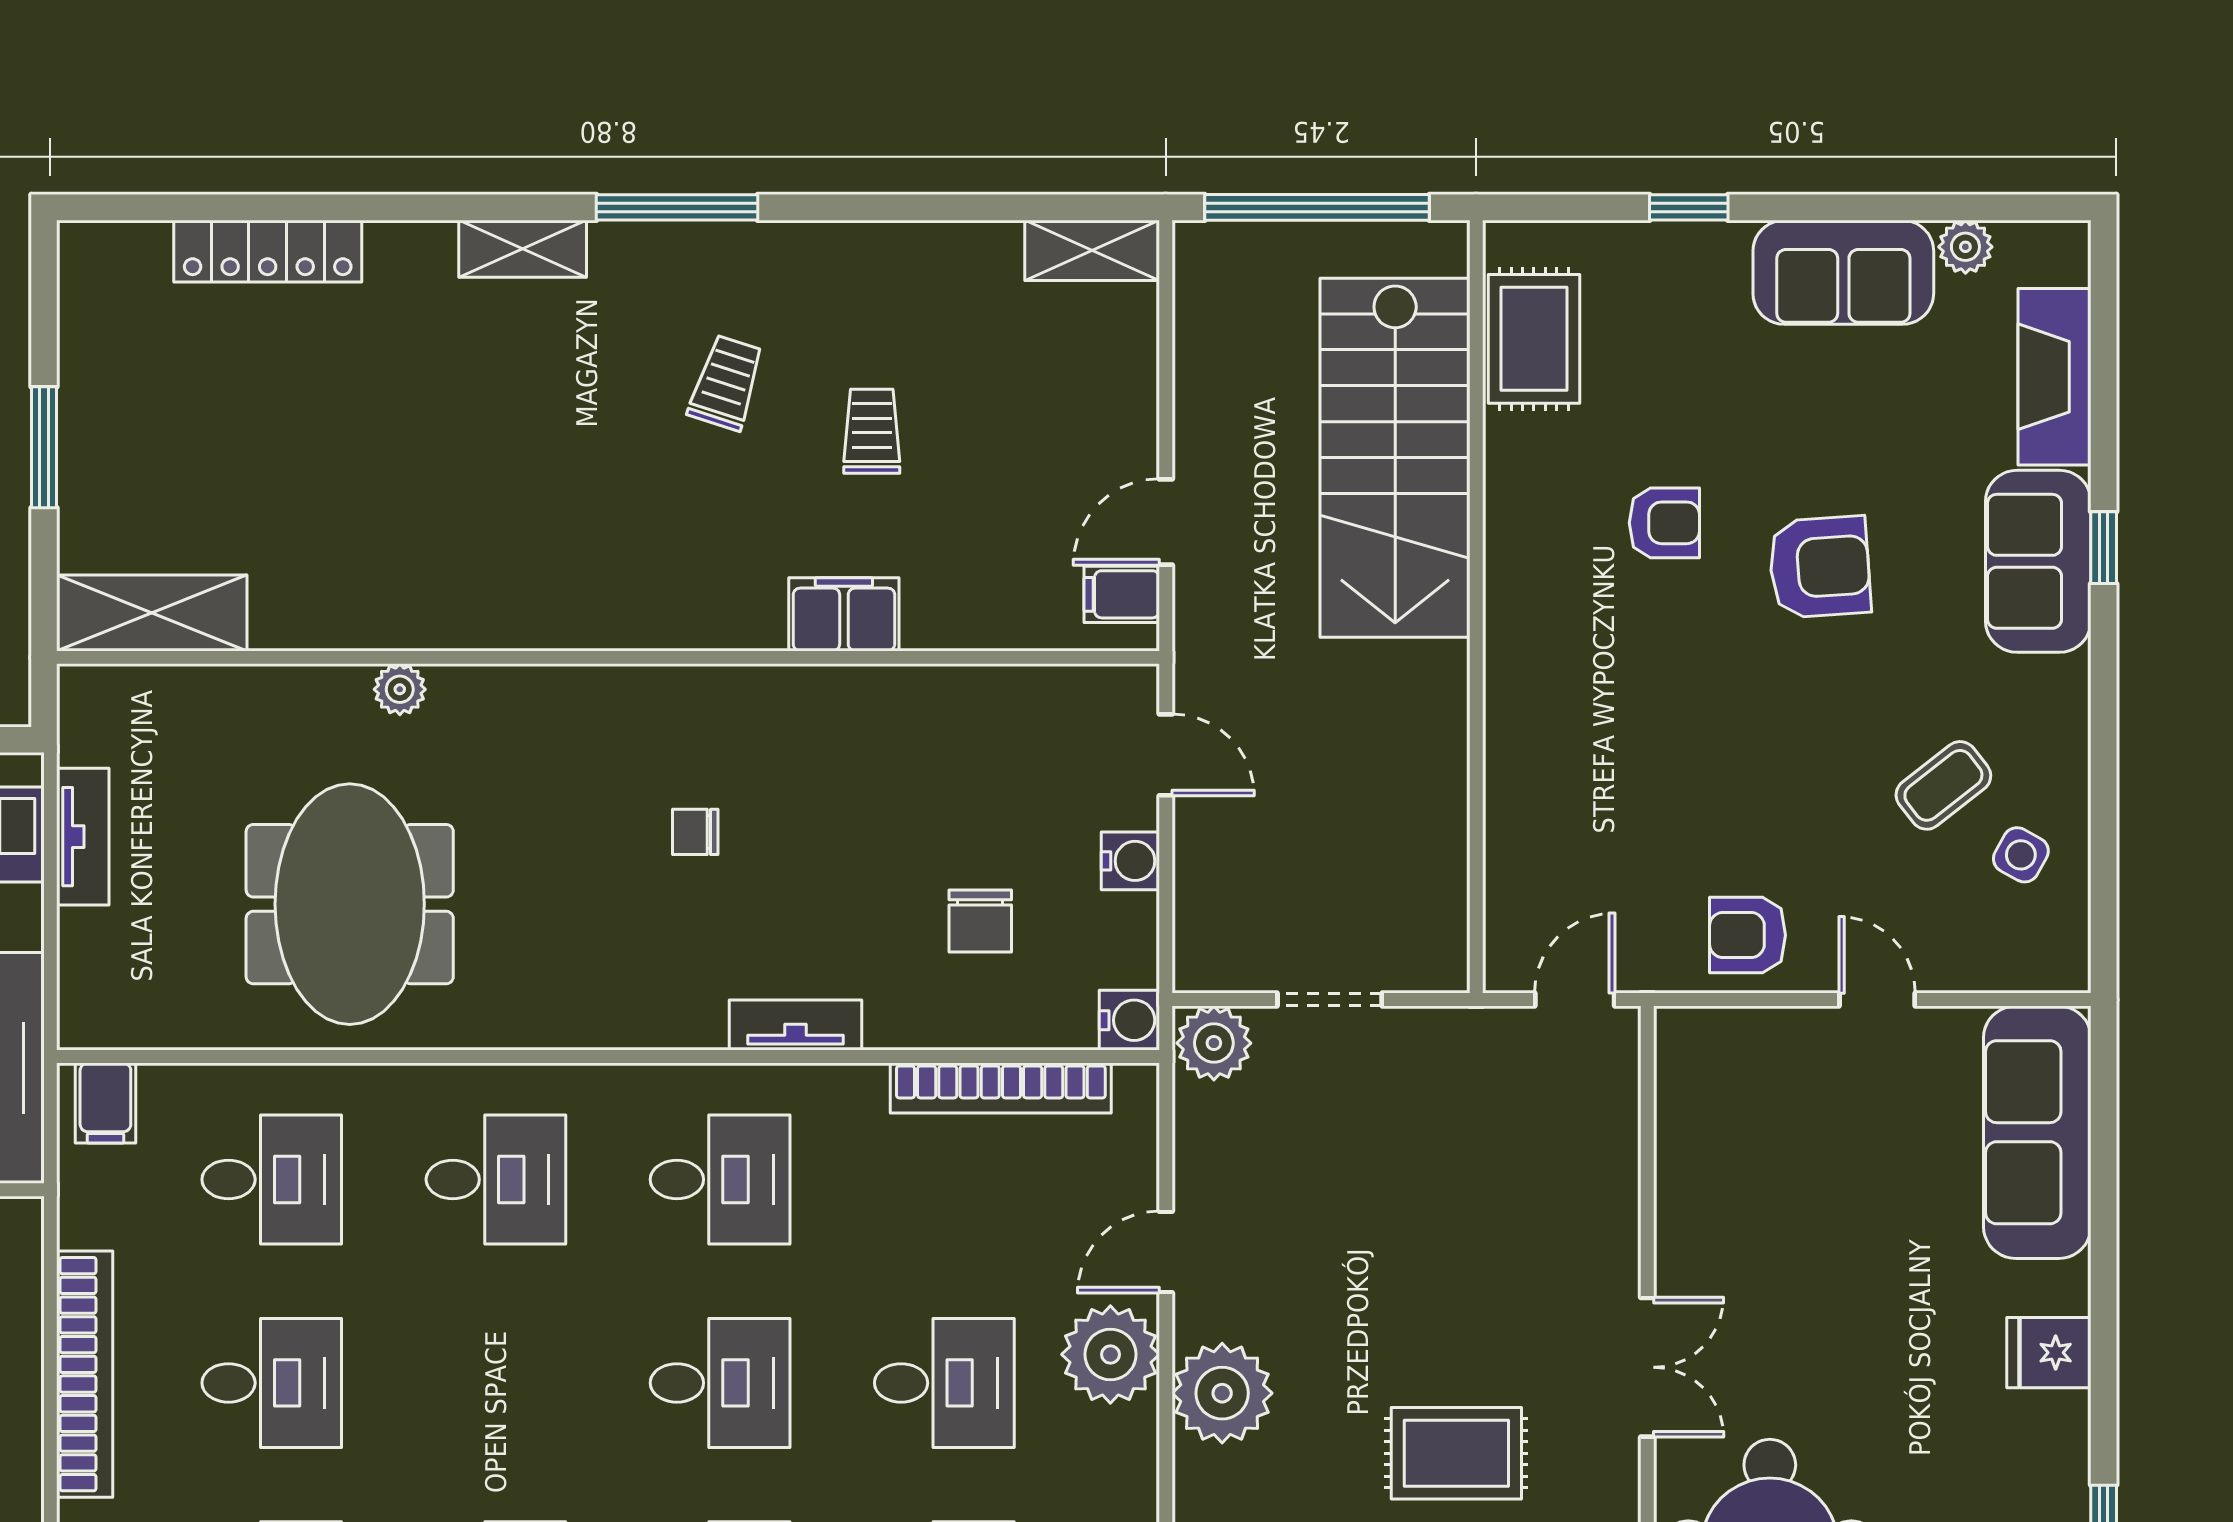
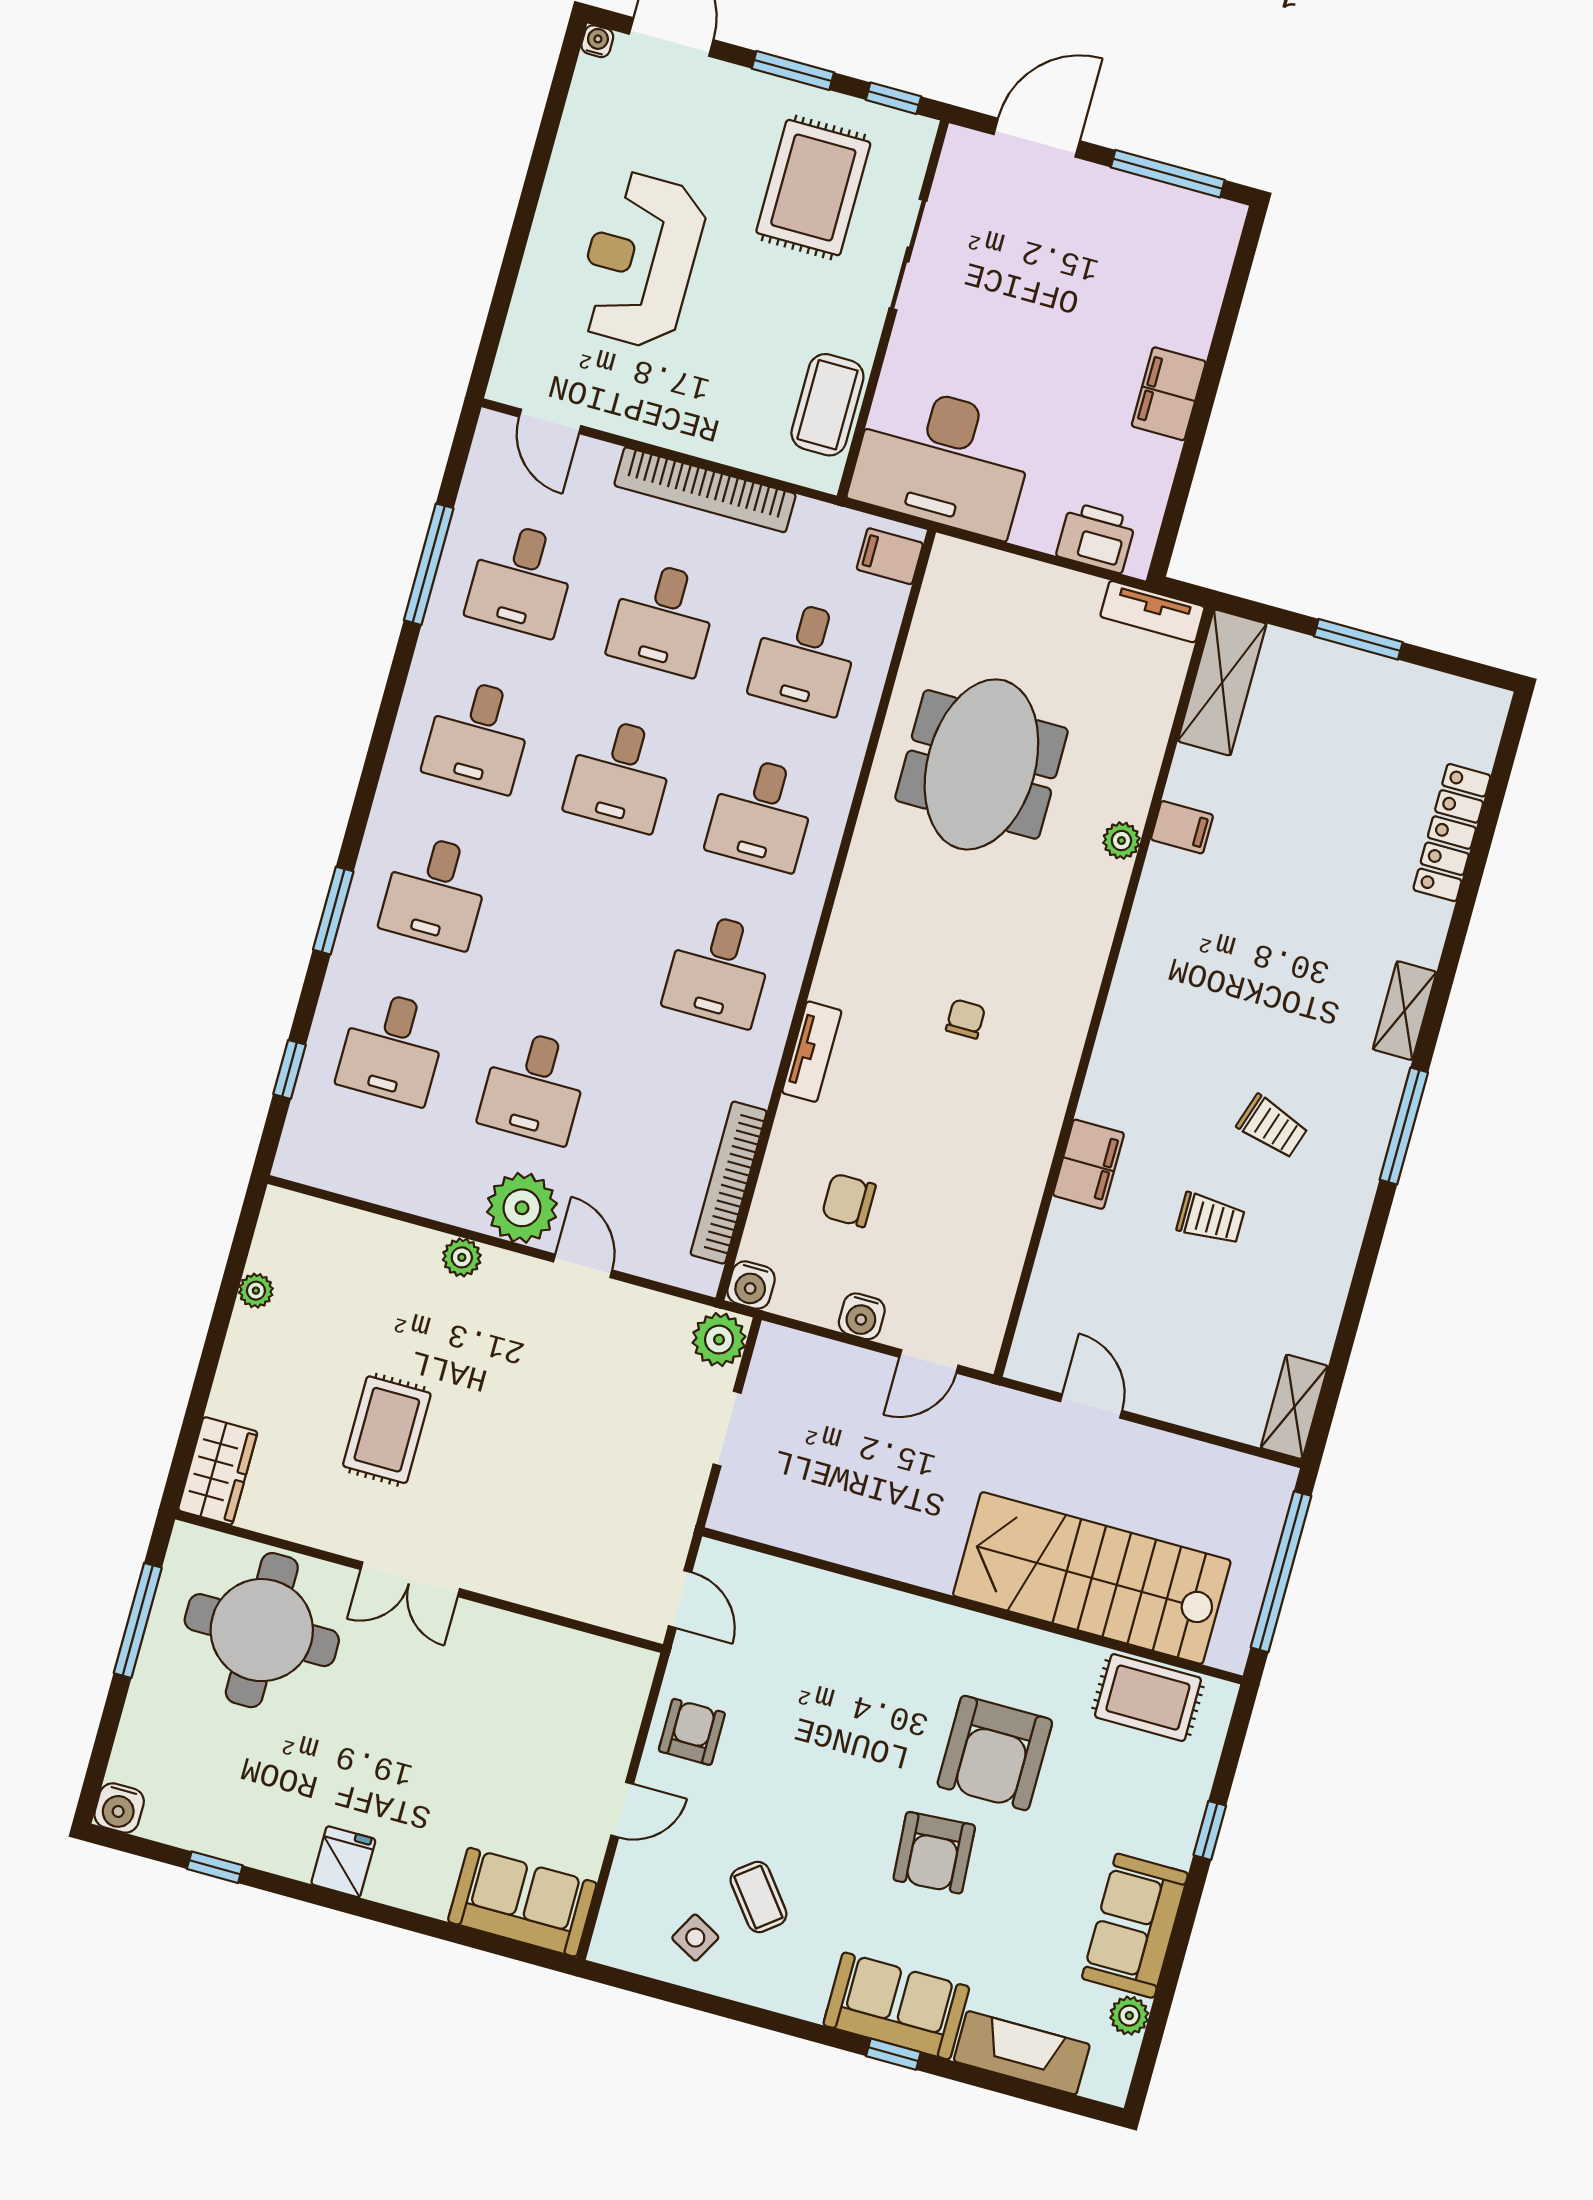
armchair: (1664, 523) -> (995, 1753), width x1.88, depth x1.88
filing cabinet: (1122, 594) -> (1182, 827), moved, turned 90
tv unit: (83, 837) -> (1152, 612), moved
meeting table: (350, 904) -> (981, 764), turned 90
sofa: (2037, 1132) -> (522, 1902), width x0.73
desk: (720, 1383) -> (620, 774), moved
plant: (1222, 1393) -> (462, 1257), width x0.53, depth x0.53

